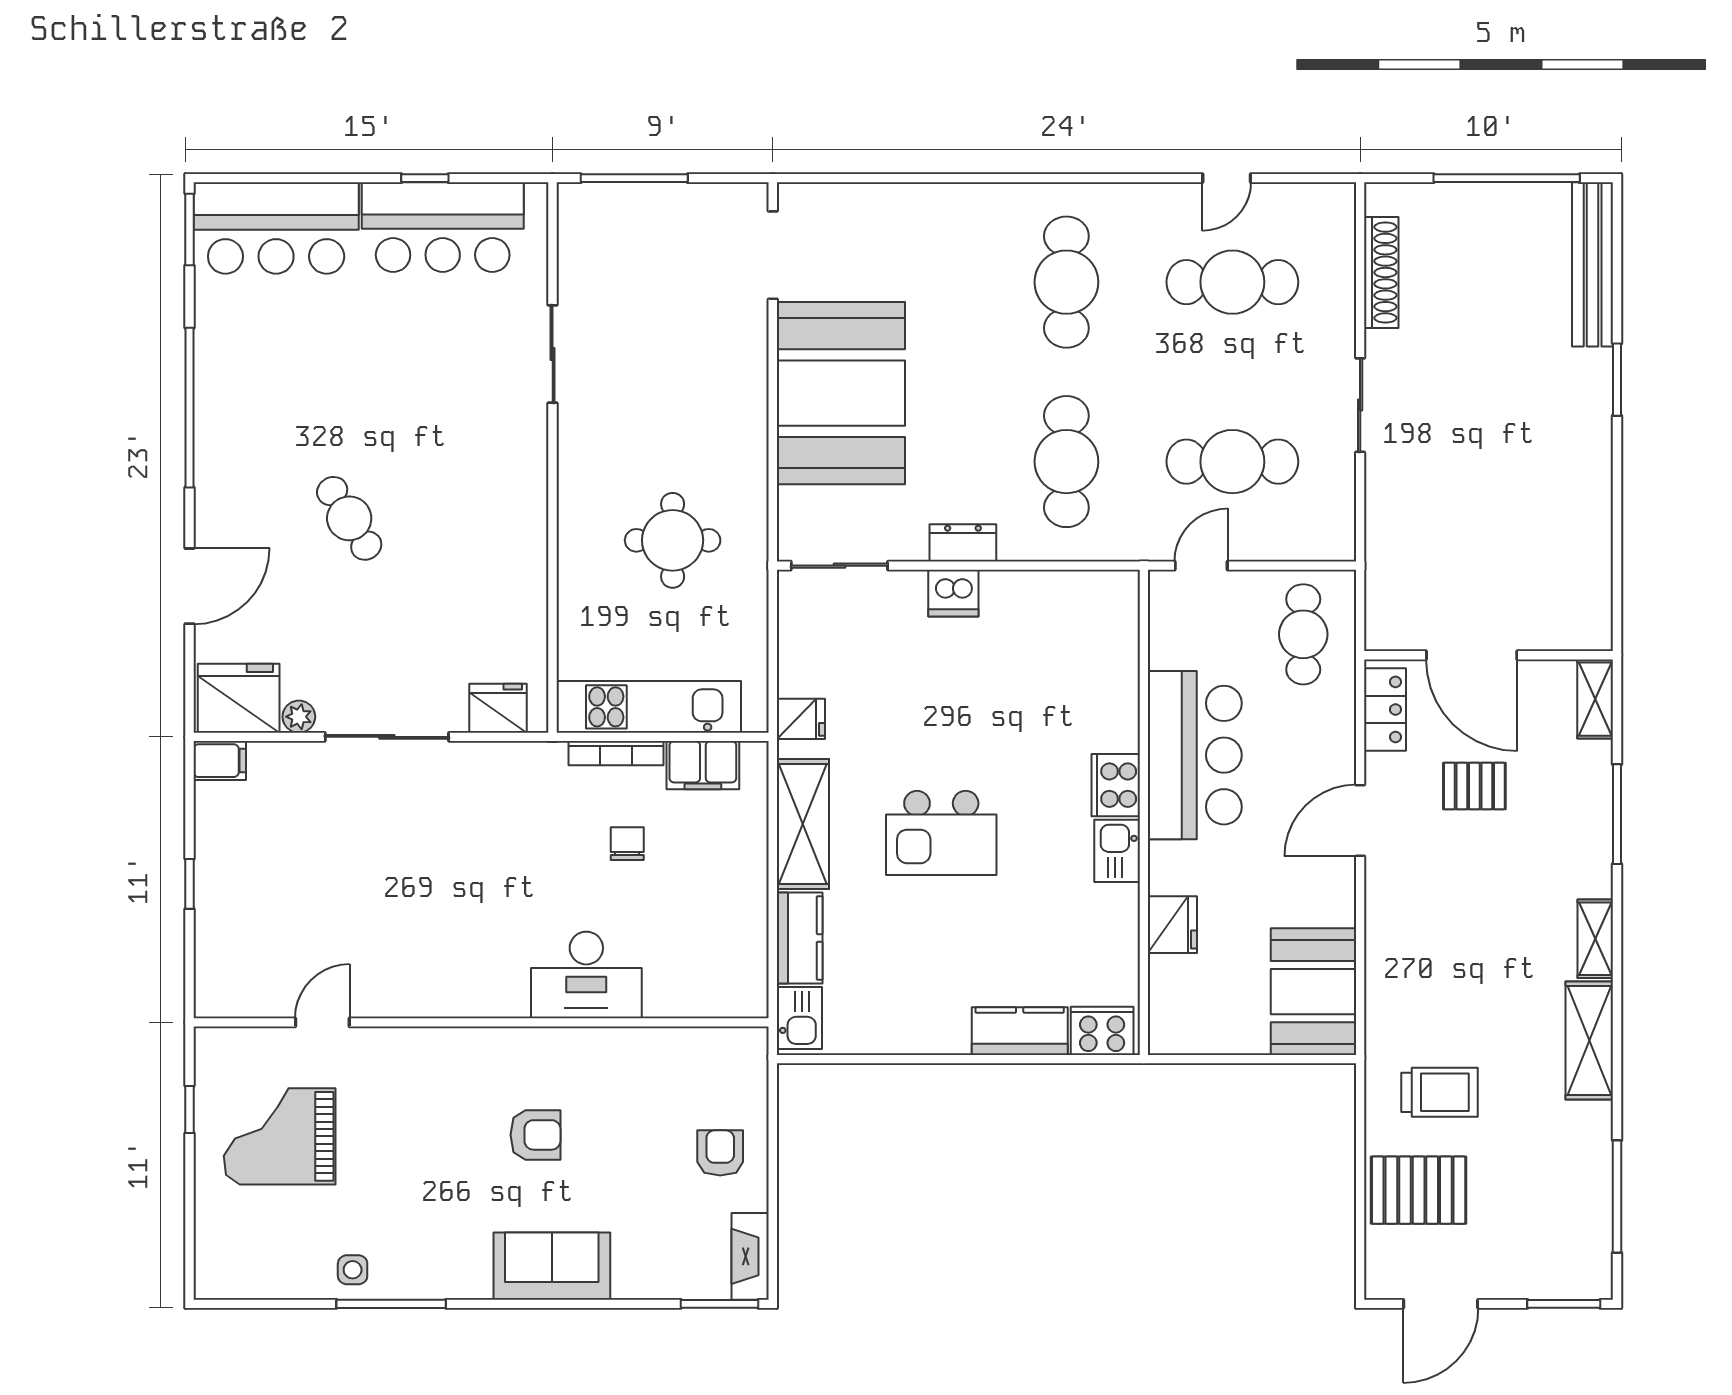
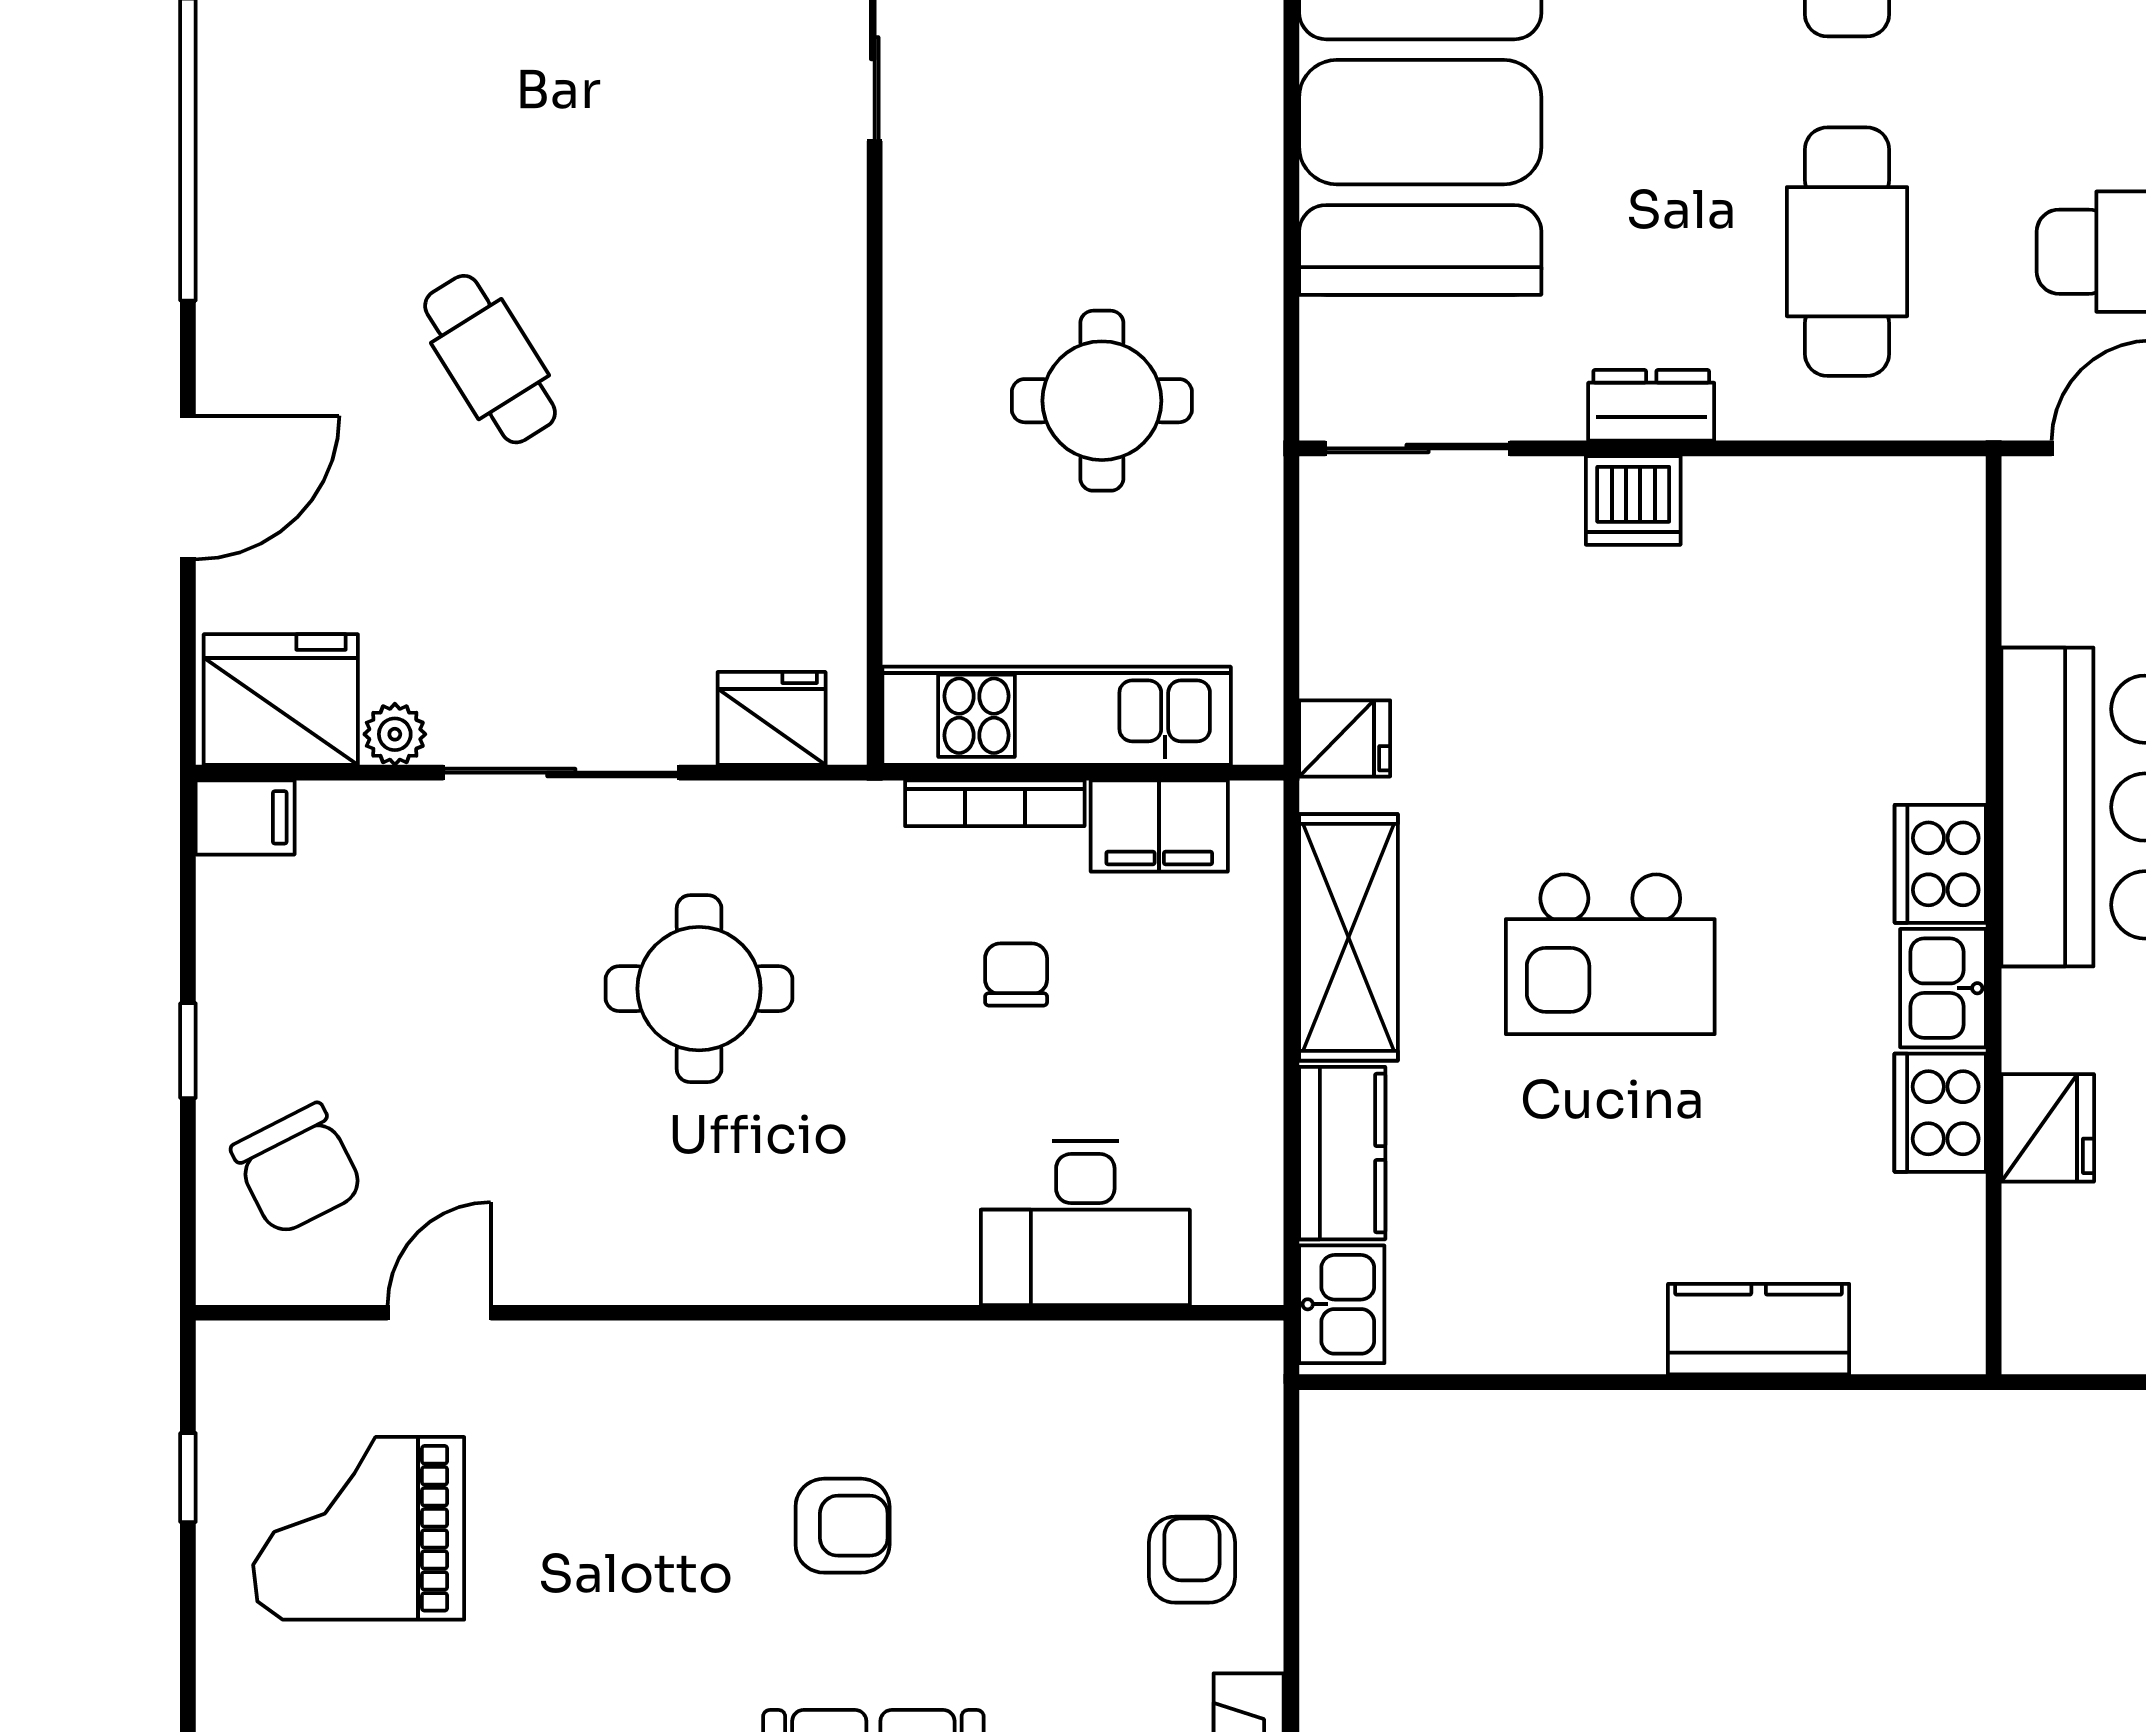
round table: (460, 851) -> (699, 989), added
chair: (247, 947) -> (297, 1169), added
desk: (586, 975) -> (1085, 1223), moved
cooker: (1102, 1031) -> (1940, 1113), moved, turned -90

